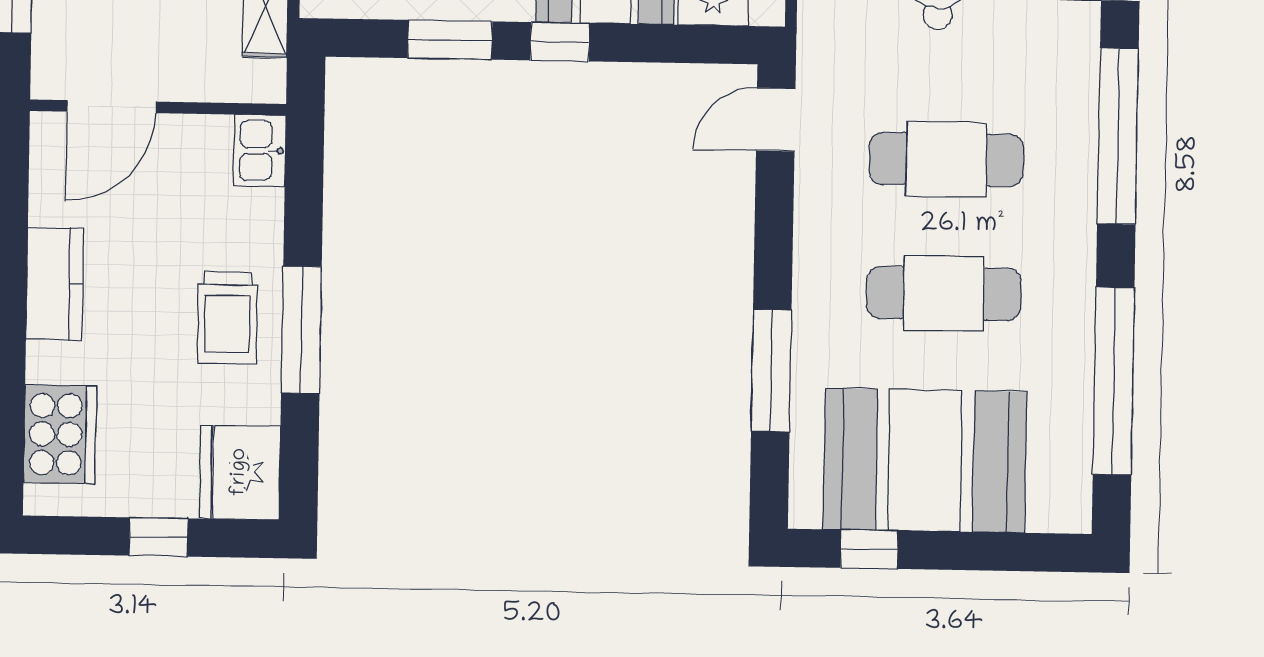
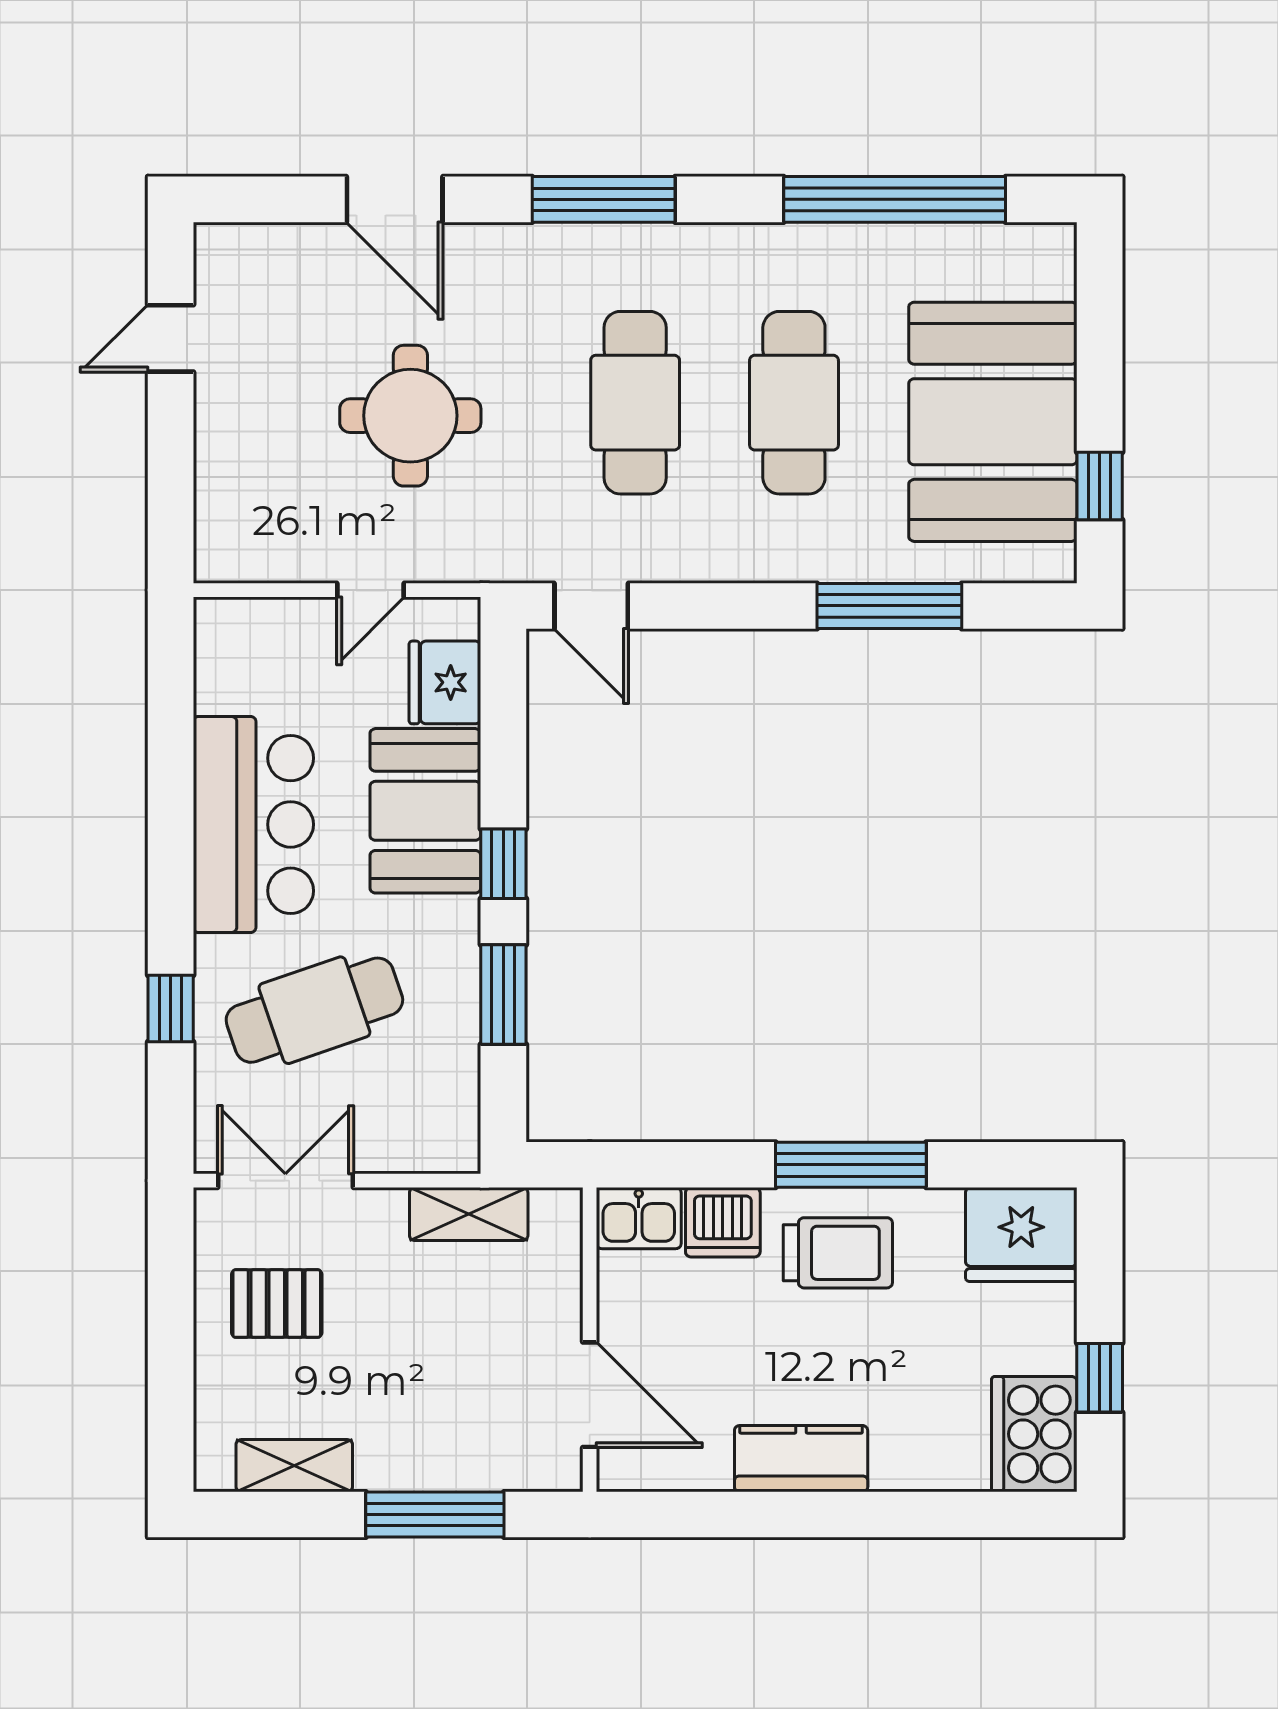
window: (1118, 136) -> (604, 199), width x0.68
dishwasher: (255, 221) -> (723, 1222), added
cooker: (60, 434) -> (1034, 1434), moved, turned -90
window: (158, 537) -> (1100, 1378), moved

